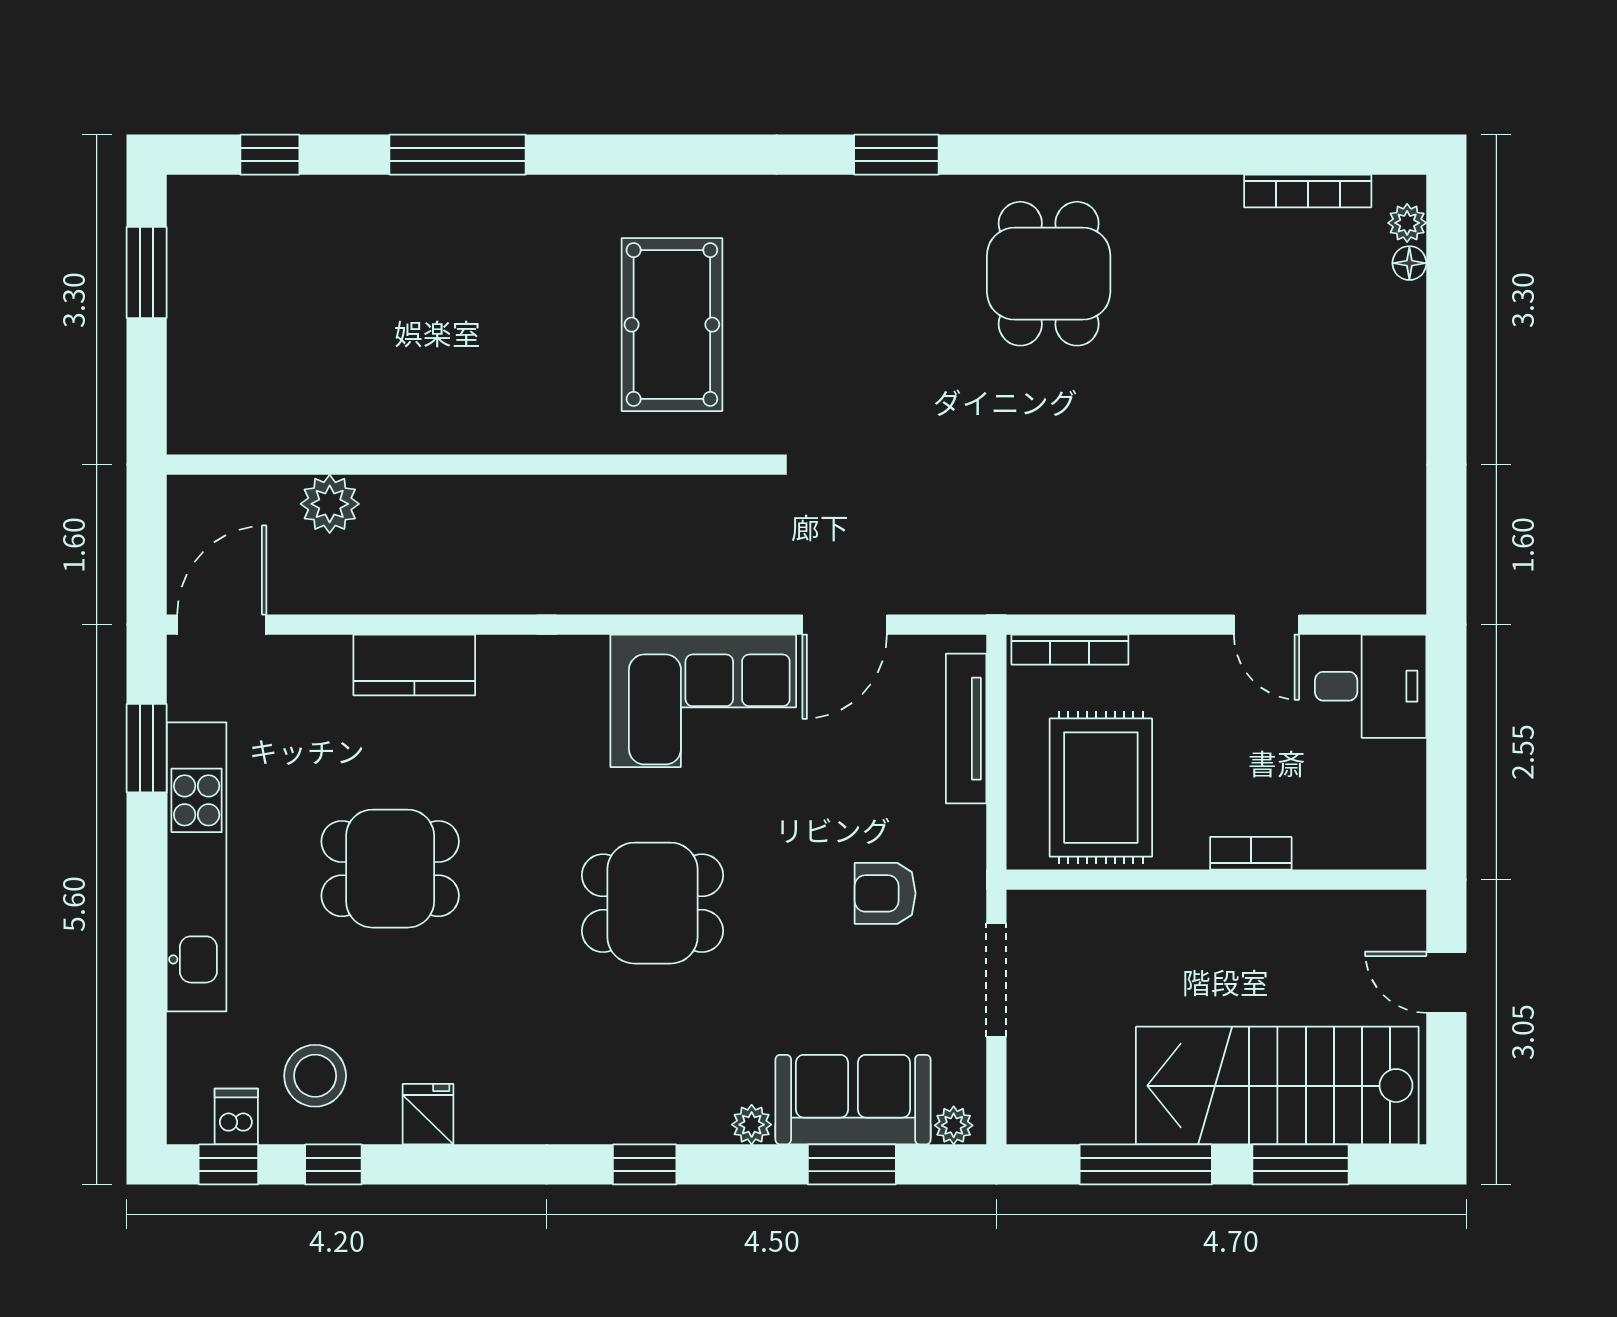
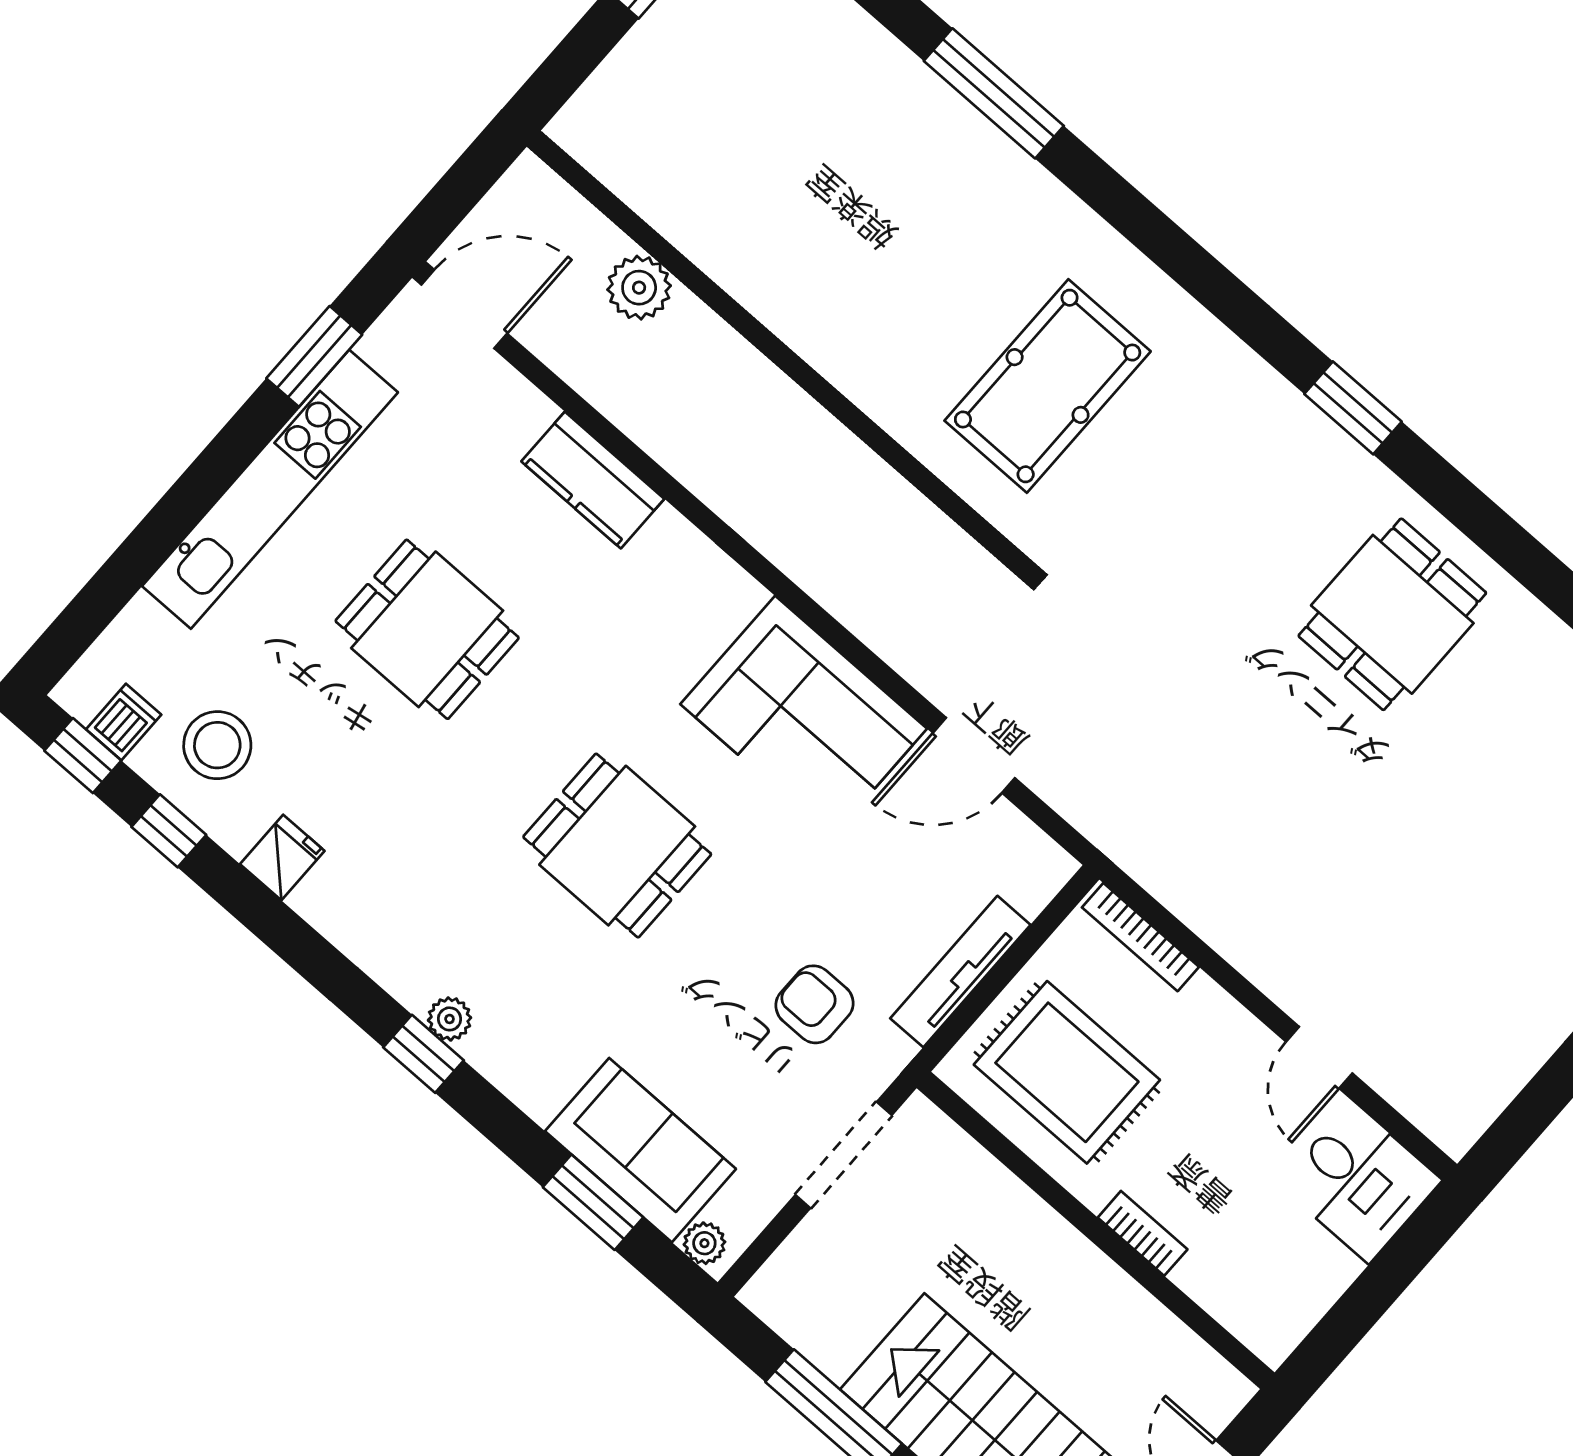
tv unit: (966, 729) -> (960, 972), moved
rug: (1101, 788) -> (1067, 1072), turned 90
plant: (752, 1125) -> (450, 1019), moved

